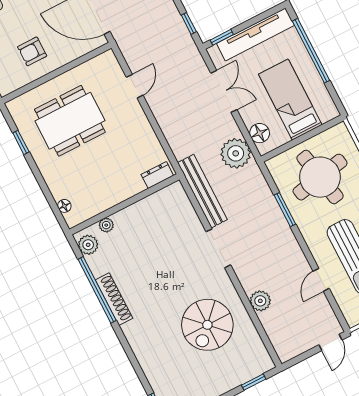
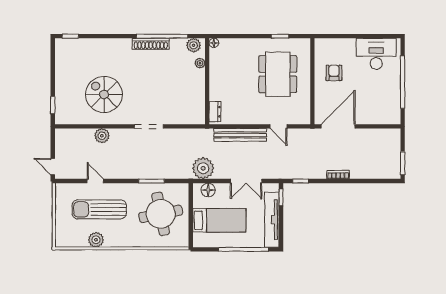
bench: (202, 191) -> (240, 135), moved
floor lamp: (64, 206) -> (214, 43), moved

